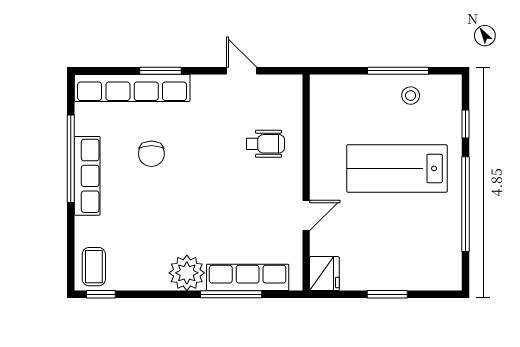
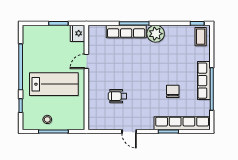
wall: (306, 182) -> (86, 77), moved
door: (306, 216) -> (86, 61), moved
fridge: (324, 274) -> (77, 33), moved

